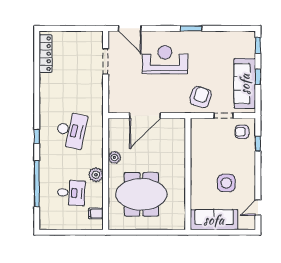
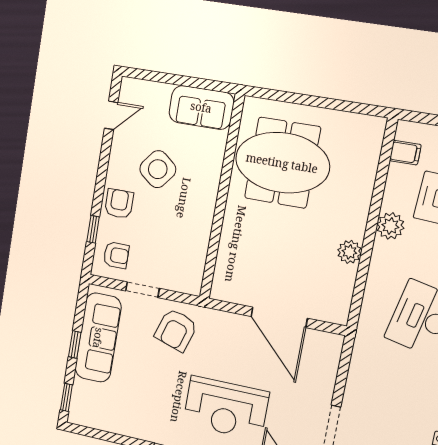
door: (145, 116) -> (279, 317), swing flipped
armchair: (245, 160) -> (119, 204), added
side table: (226, 183) -> (158, 169), turned 38
meeting table: (141, 194) -> (282, 163), moved
sofa: (214, 220) -> (201, 107), width x0.73

